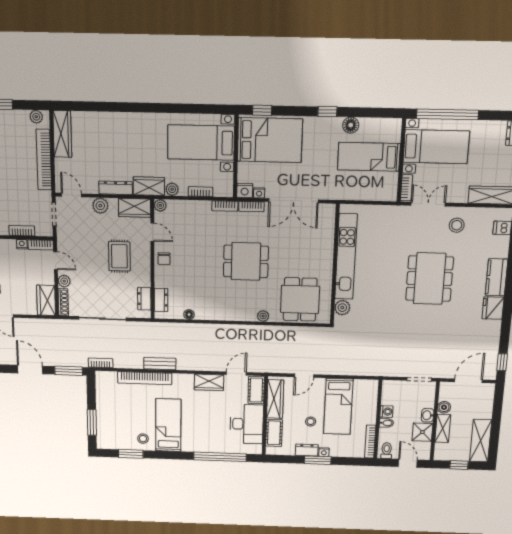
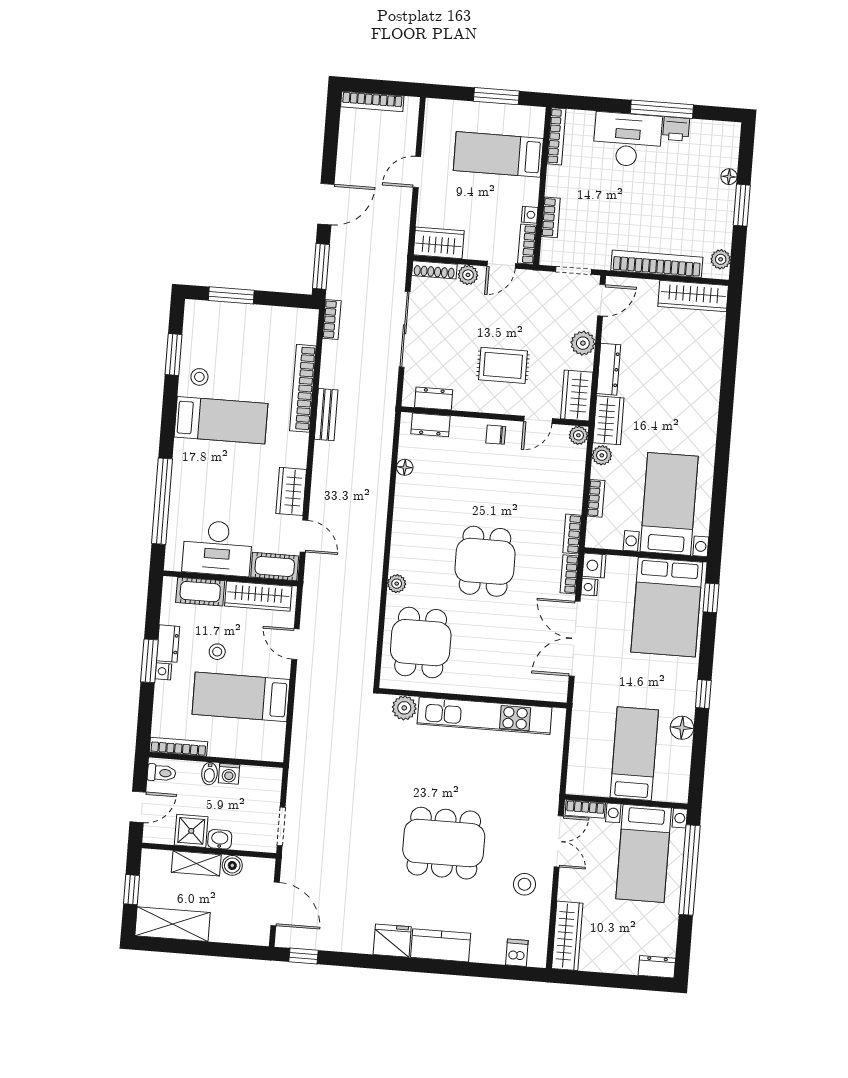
dining table: (300, 299) -> (421, 643), turned 90

